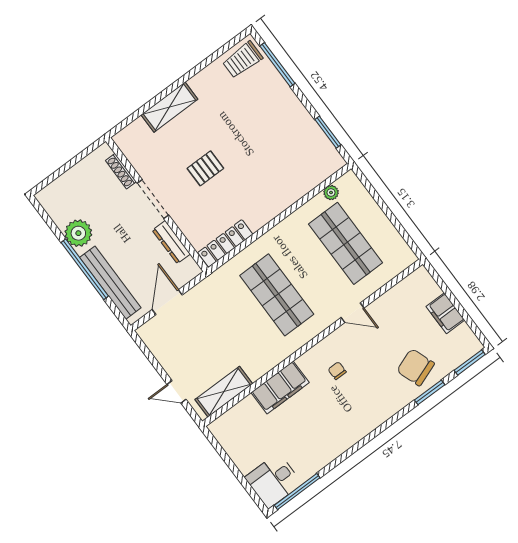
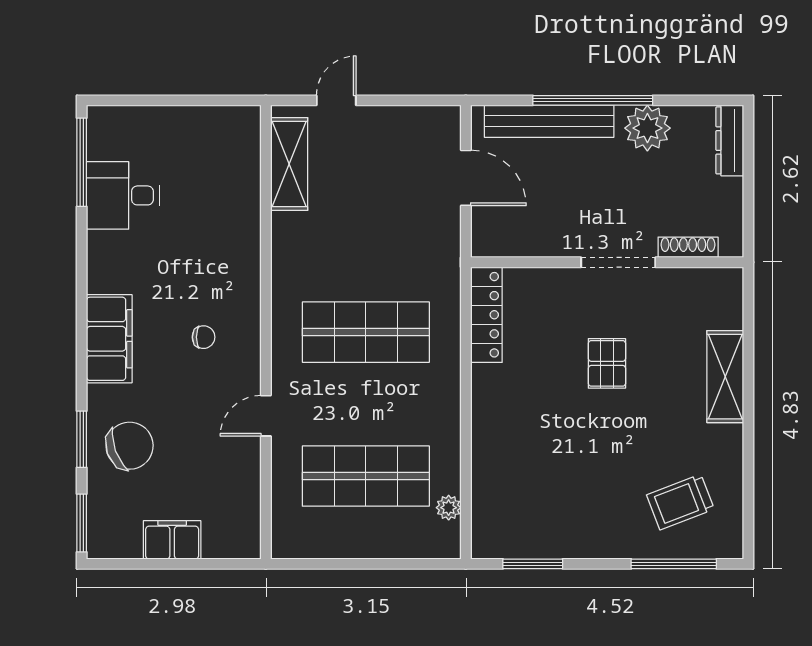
trolley: (243, 60) -> (680, 502), moved, turned -111
dresser: (171, 242) -> (730, 140), moved, turned -90
filing cabinet: (280, 388) -> (109, 339), moved, turned 180
desk: (273, 481) -> (123, 195), moved, turned -90

